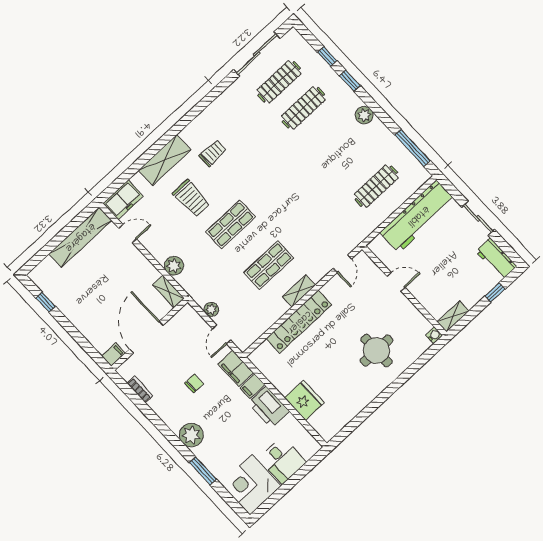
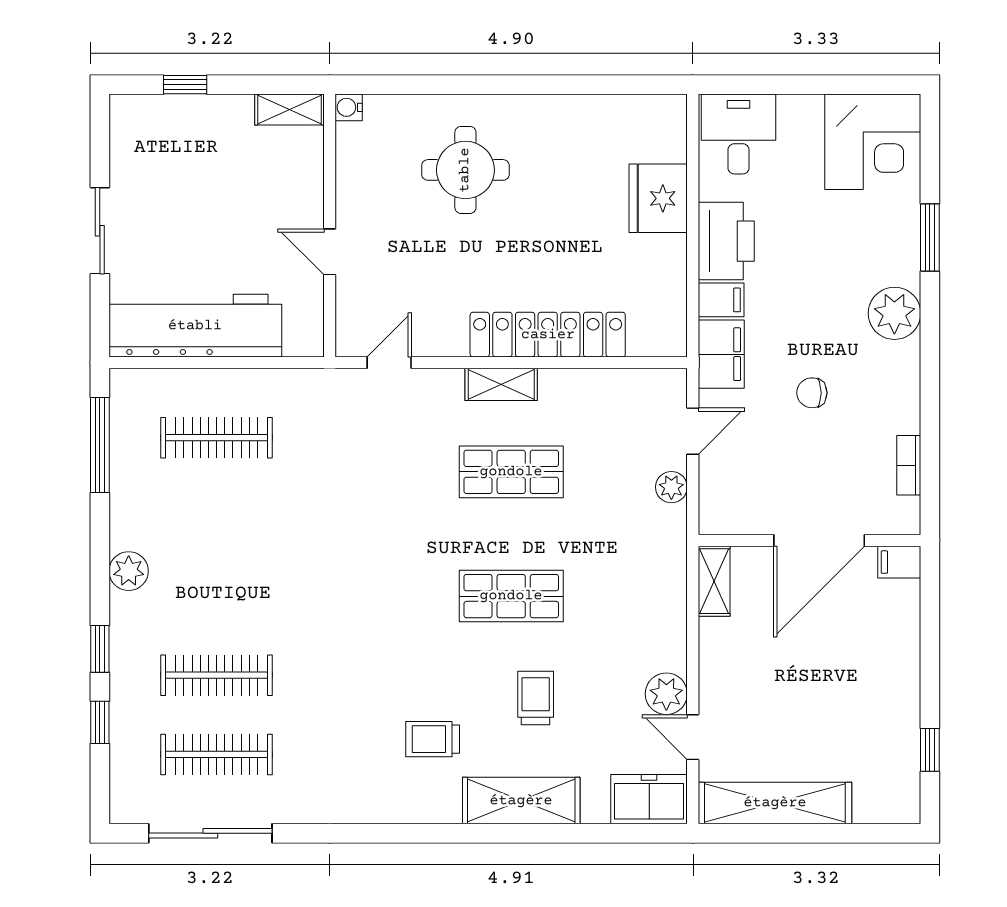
trolley: (191, 198) -> (536, 698), width x0.73, depth x0.72
workbench: (496, 259) -> (132, 137), removed
plant: (174, 266) -> (666, 694), moved
desk: (282, 460) -> (739, 134), moved

